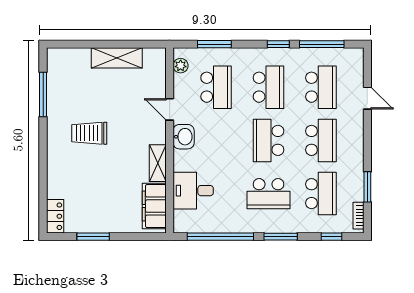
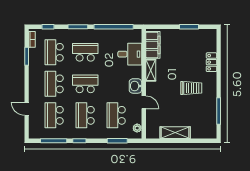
school desk: (268, 140) -> (85, 84), turned -90
locker: (55, 216) -> (211, 62), moved

